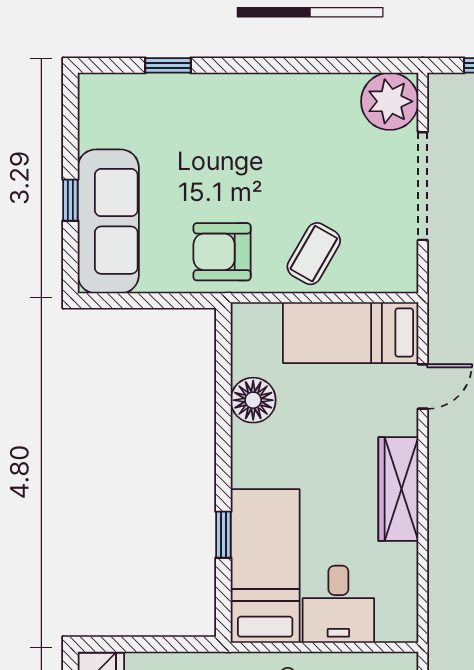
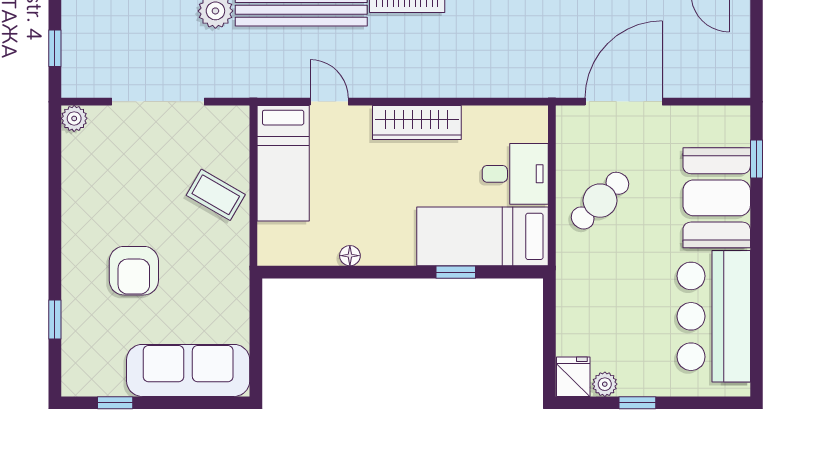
plant: (390, 101) -> (74, 118), width x0.53, depth x0.53
window: (70, 200) -> (115, 403), moved
armchair: (222, 252) -> (134, 271), moved
floor lamp: (253, 400) -> (350, 256), width x0.53, depth x0.53

